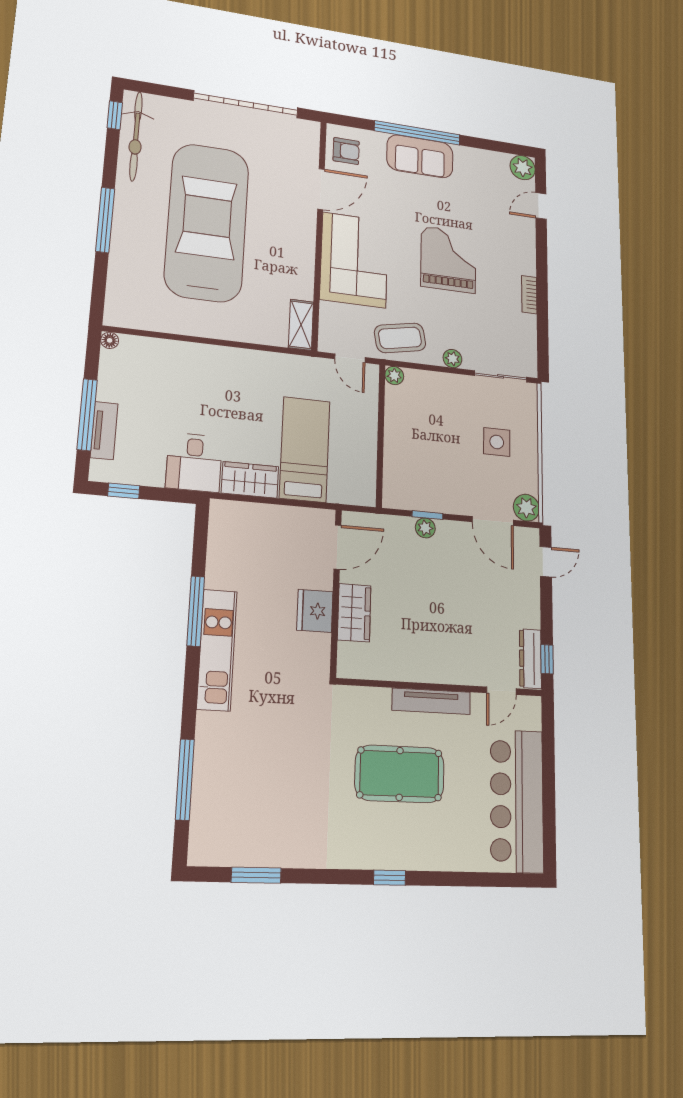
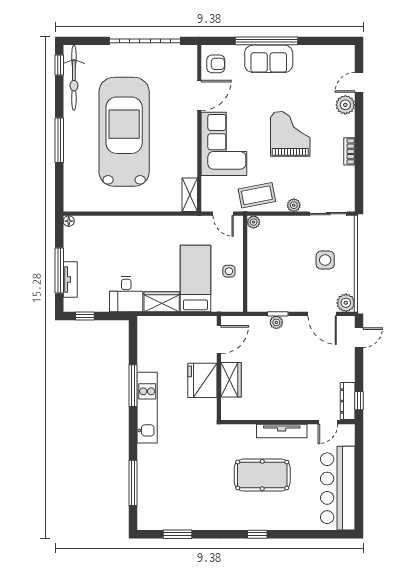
plant: (523, 168) -> (345, 105), moved
side table: (356, 444) -> (229, 271), added
fridge: (315, 611) -> (202, 380), width x1.36, depth x1.34

